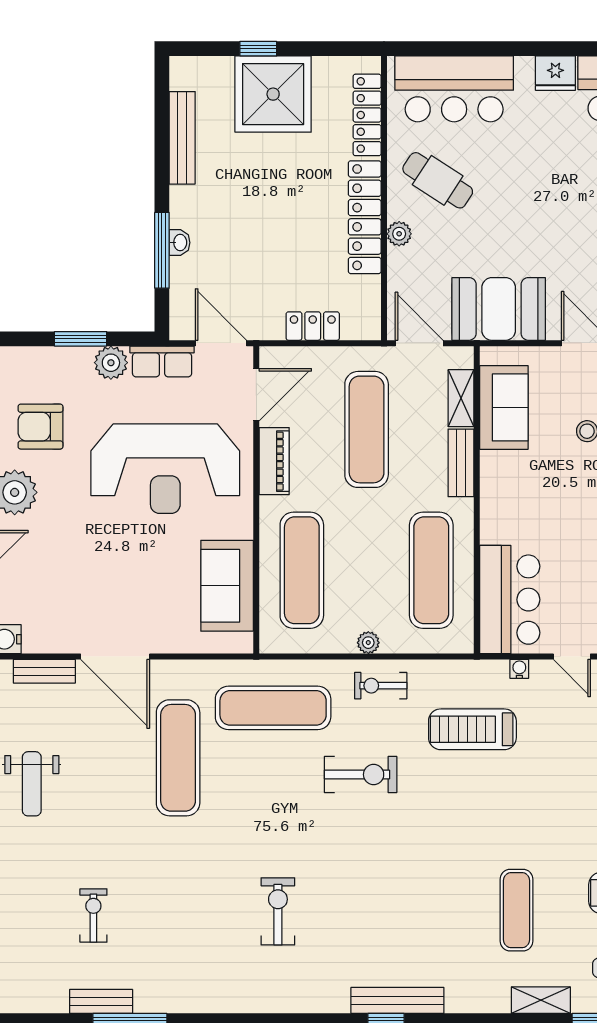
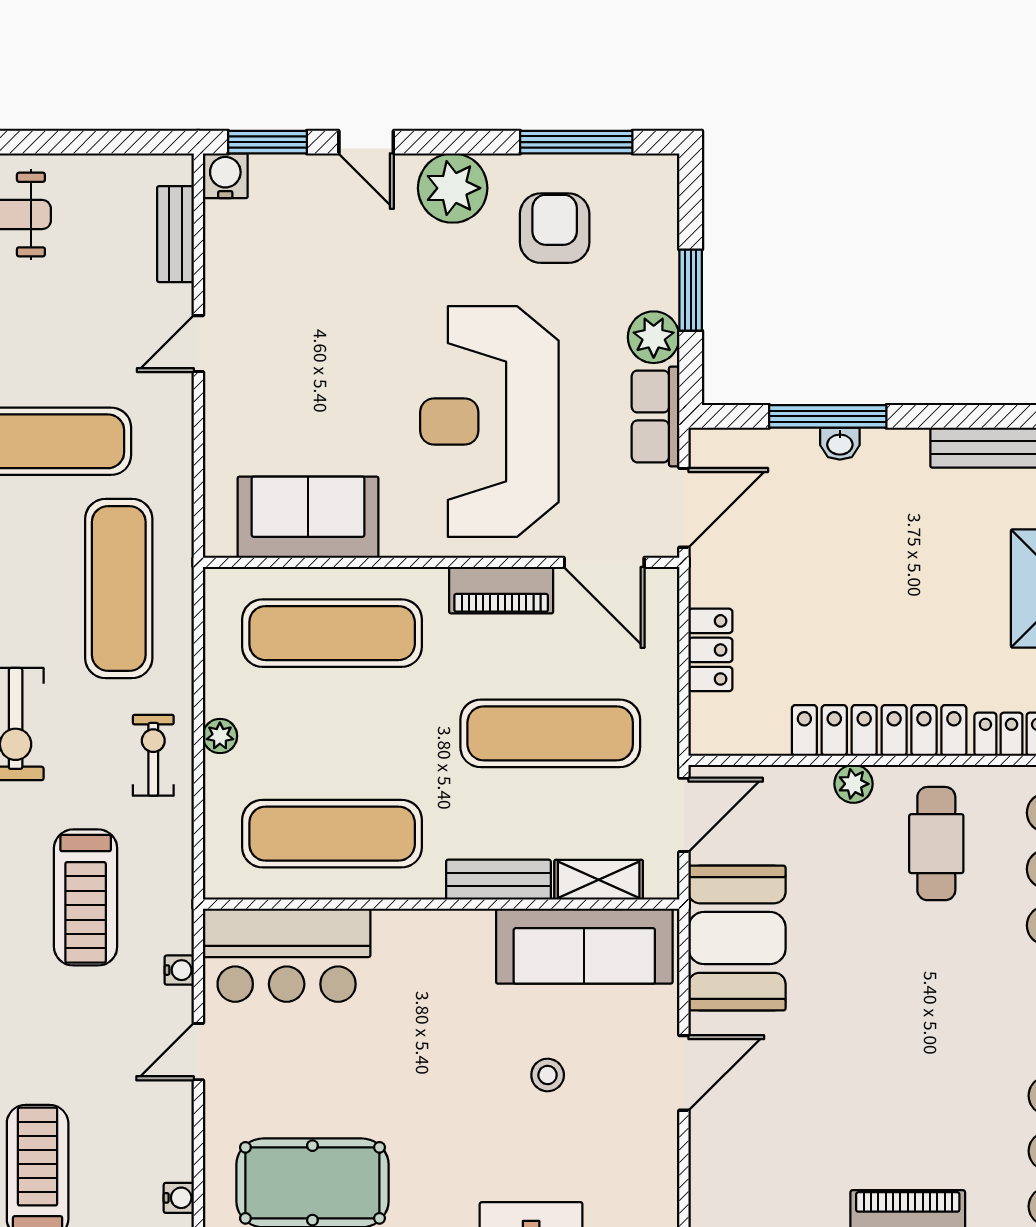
cafe table: (438, 180) -> (936, 844), turned -33
sofa: (504, 407) -> (584, 946), width x1.36
door: (115, 657) -> (198, 344), width x0.53
treadmill: (472, 729) -> (86, 897), turned 180

